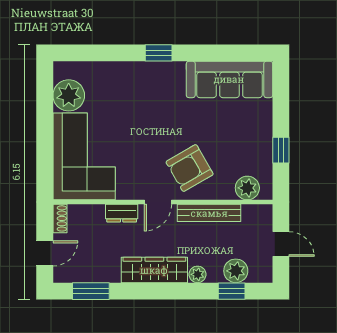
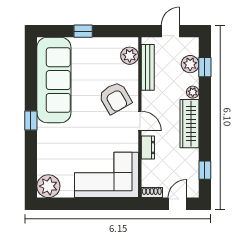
sofa: (229, 79) -> (54, 80), width x1.36, depth x1.27
plant: (69, 95) -> (48, 186), moved
window: (281, 150) -> (83, 31), moved
bench: (209, 213) -> (148, 67), moved
door: (45, 253) -> (177, 204), hinge flipped
window: (91, 291) -> (205, 170), width x0.67

